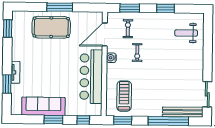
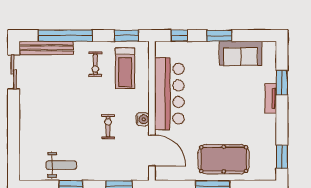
exercise bike: (128, 29) -> (95, 64), moved
weight bench: (186, 33) -> (61, 165), moved
door: (105, 35) -> (152, 150), hinge flipped
sofa: (43, 106) -> (240, 53), width x0.73

